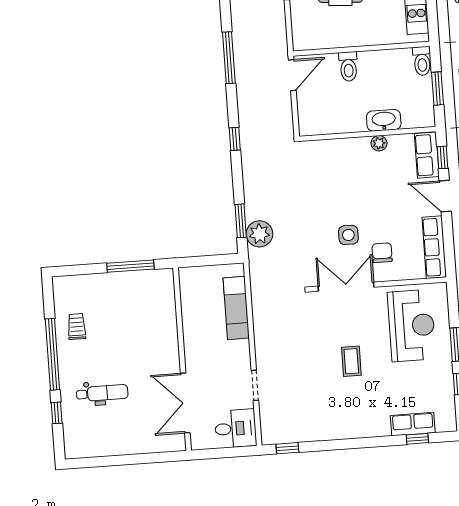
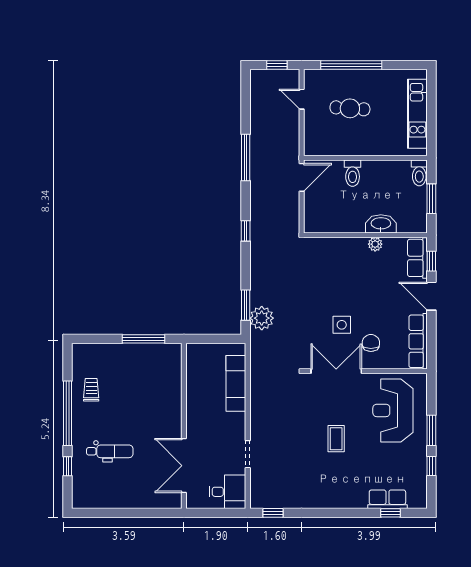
reception desk: (412, 326) -> (393, 410), turned 180

